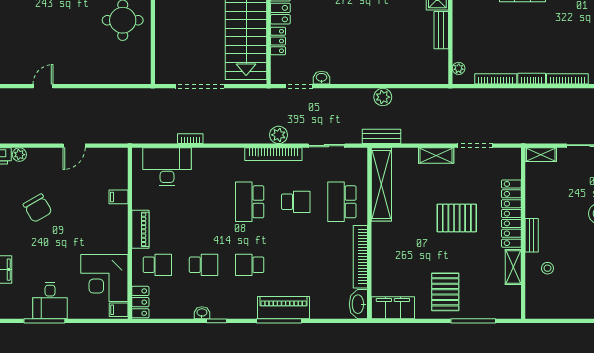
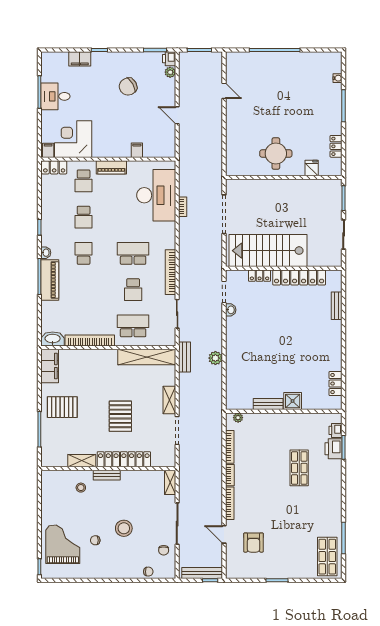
plant: (279, 135) -> (186, 276), removed
desk: (167, 167) -> (156, 195), width x1.36, depth x1.30
washbasin: (202, 313) -> (46, 253), moved

